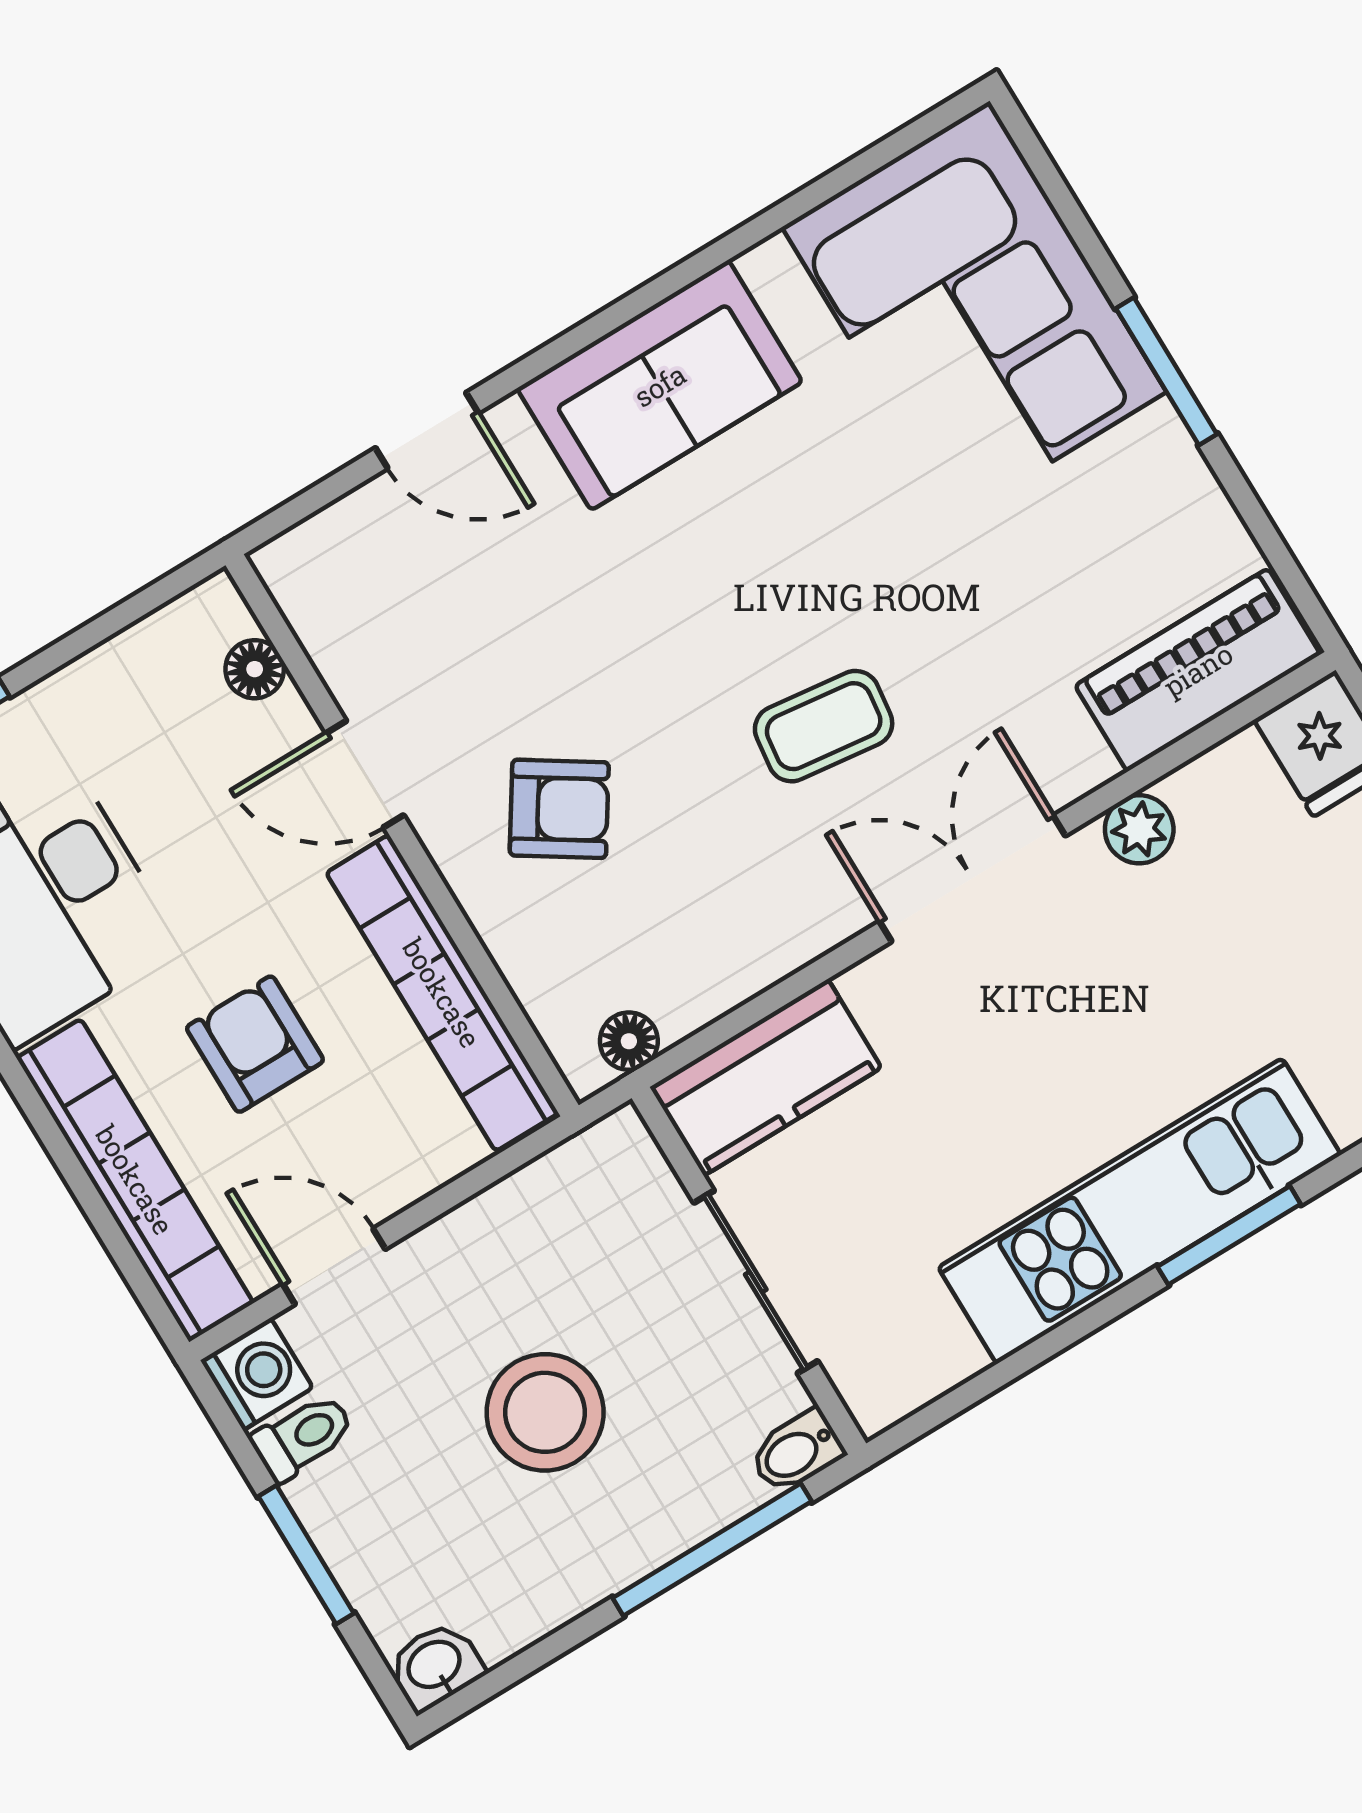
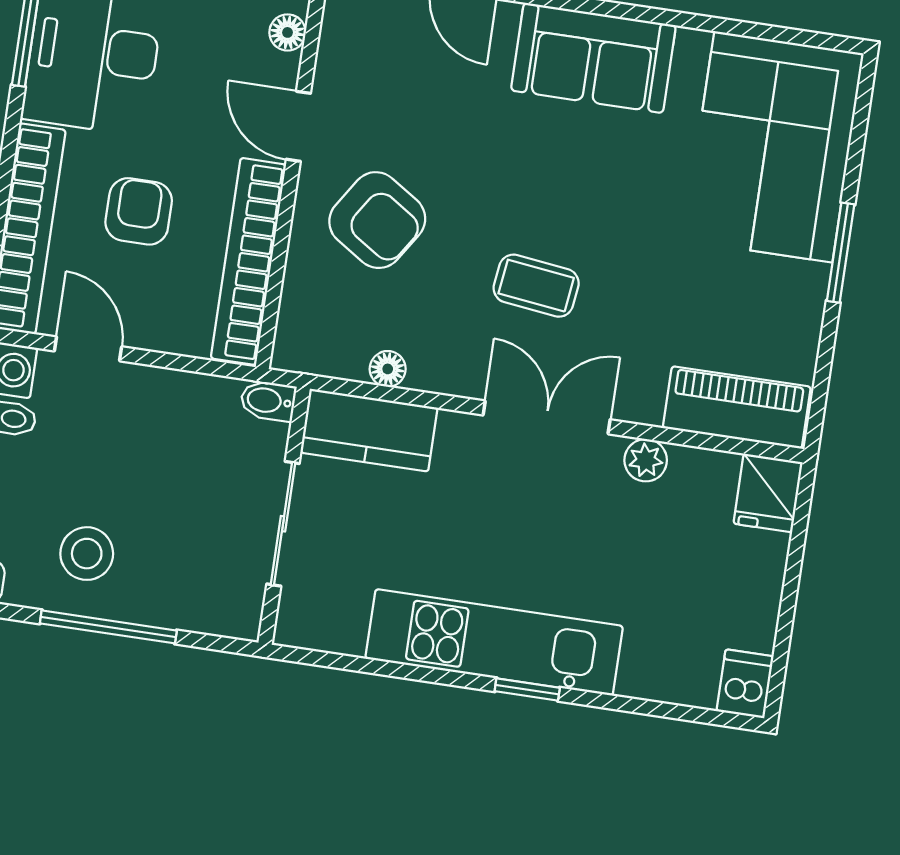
armchair: (559, 809) -> (377, 220), width x1.38, depth x1.38
floor lamp: (629, 1041) -> (388, 369), moved
window: (1229, 1235) -> (527, 690), width x0.67
stool: (545, 1412) -> (87, 554), moved, width x0.73, depth x0.73
bidet: (797, 1452) -> (268, 401), moved
window: (712, 1550) -> (108, 627), moved

